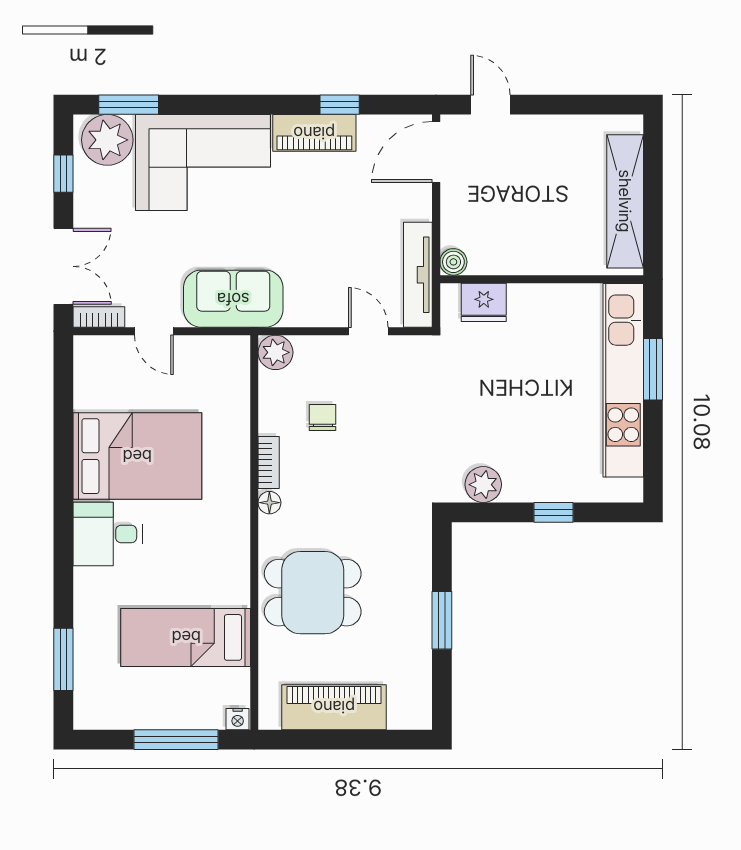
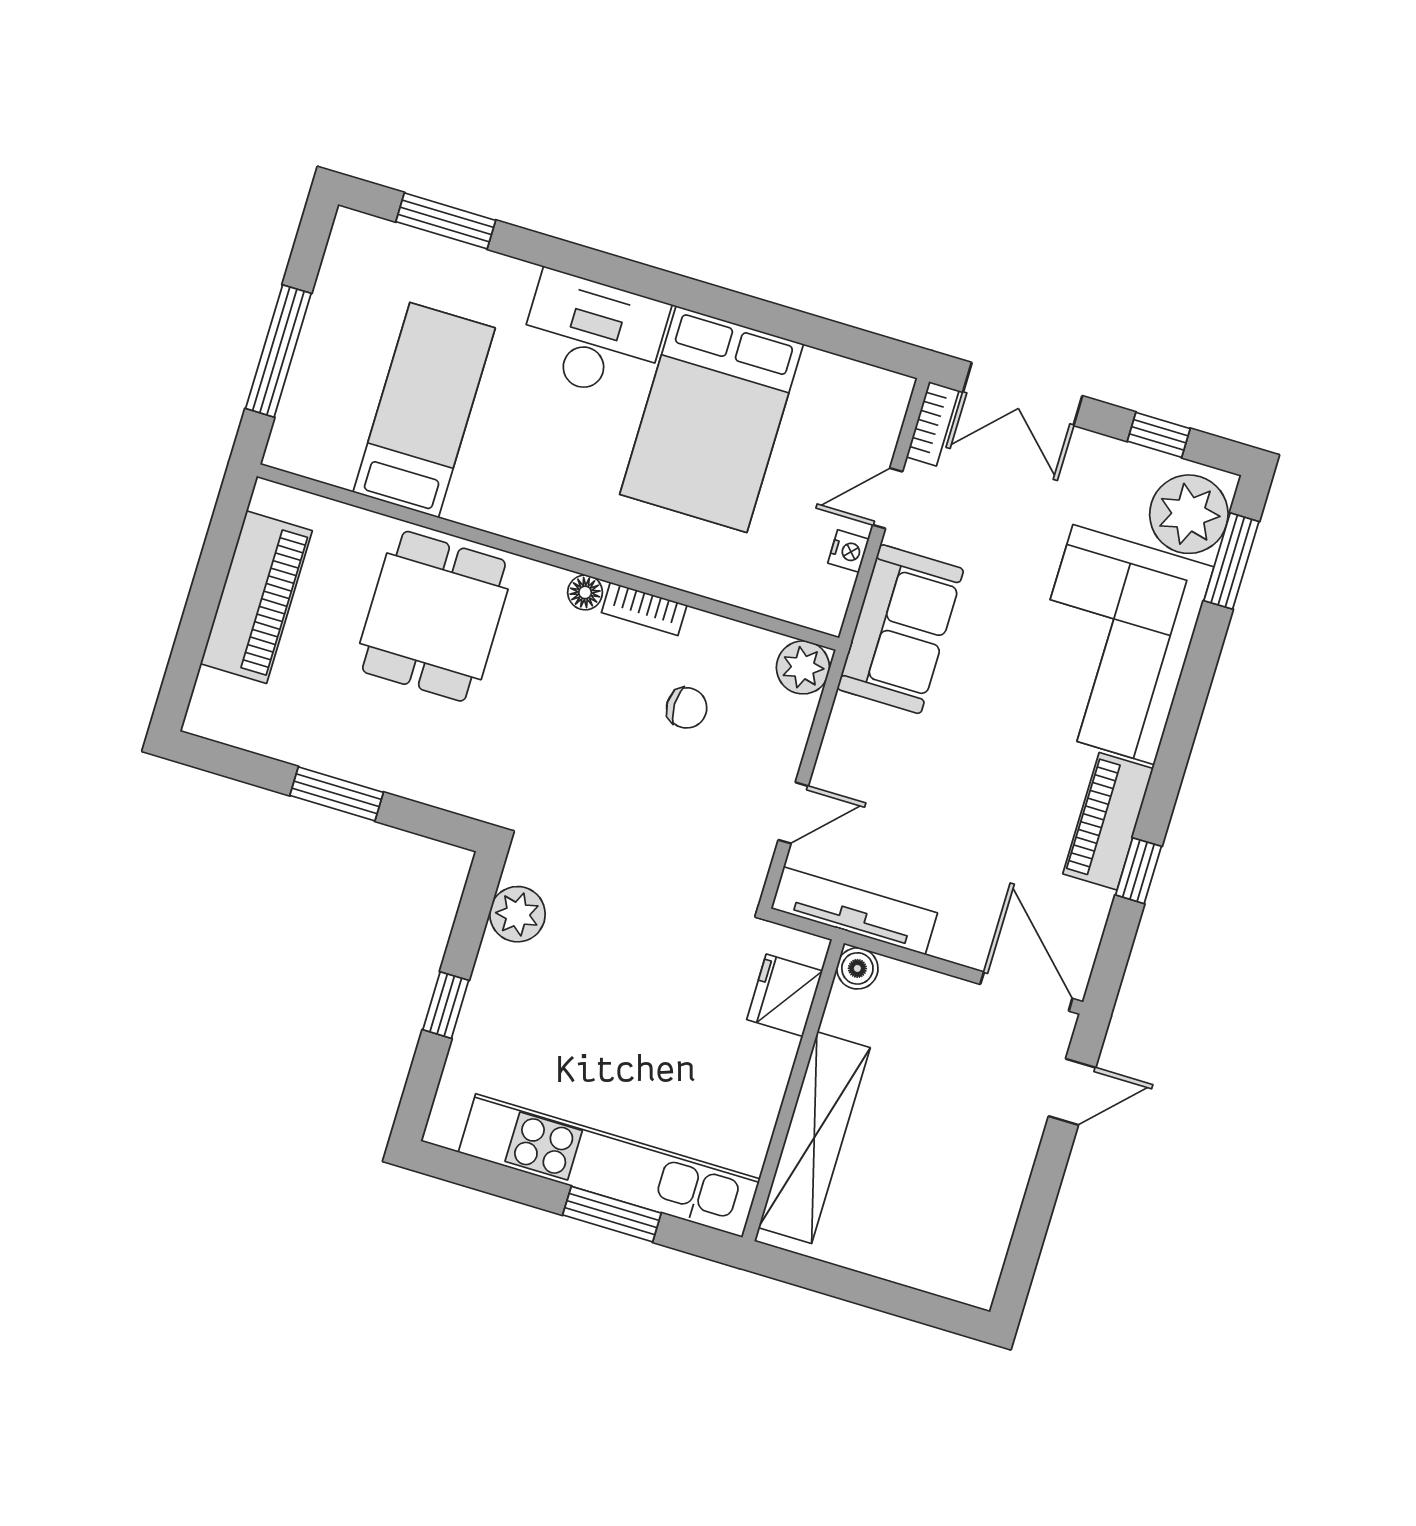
shelving: (625, 201) -> (814, 1138), moved, turned 90
desk: (108, 534) -> (593, 336), width x1.37
nightstand: (238, 719) -> (848, 551), moved, turned 180

